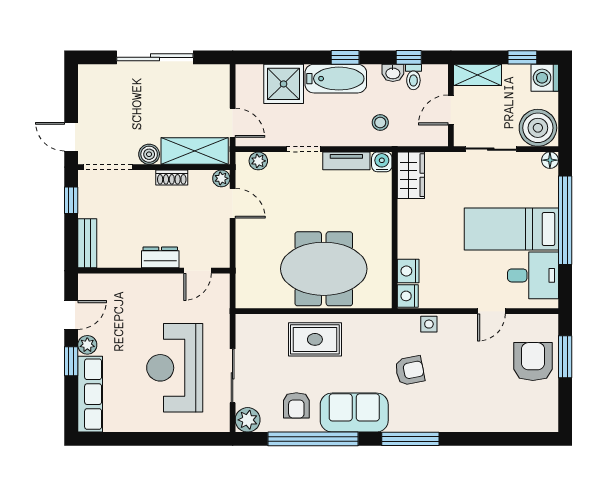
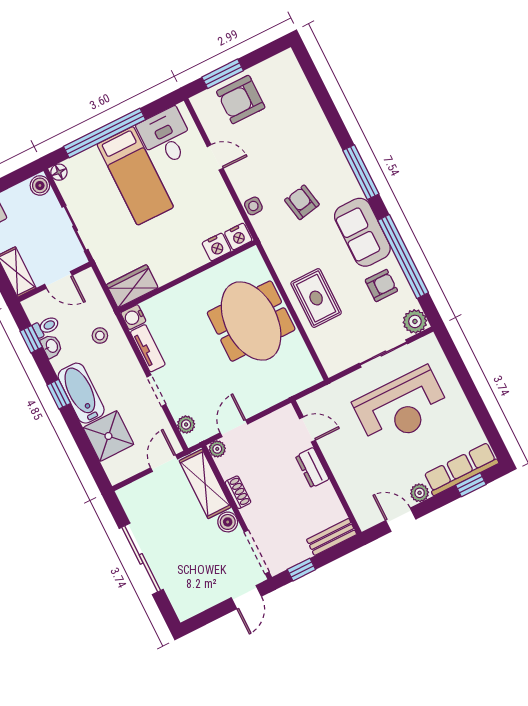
boiler: (538, 128) -> (40, 185), width x0.54, depth x0.54
window: (71, 361) -> (471, 485), moved

